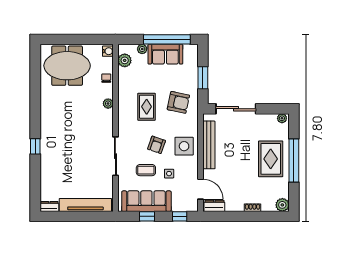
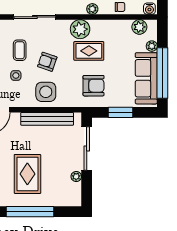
sofa: (165, 54) -> (146, 78), width x1.36
armchair: (178, 102) -> (94, 86), turned -102
plant: (127, 115) -> (80, 29), added
plant: (282, 118) -> (76, 177), moved
rug: (271, 159) -> (27, 174), moved, turned 90

